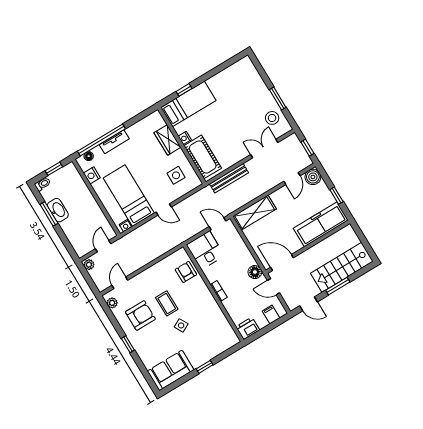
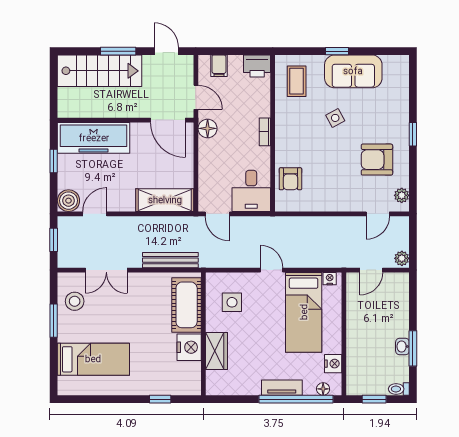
bed: (188, 104) -> (93, 359), moved, turned 180
nightstand: (185, 138) -> (189, 347), width x1.89, depth x1.79
washbasin: (58, 210) -> (402, 346), width x0.52, depth x0.69
coffee table: (167, 303) -> (297, 81), moved
sofa: (171, 371) -> (353, 71), moved

